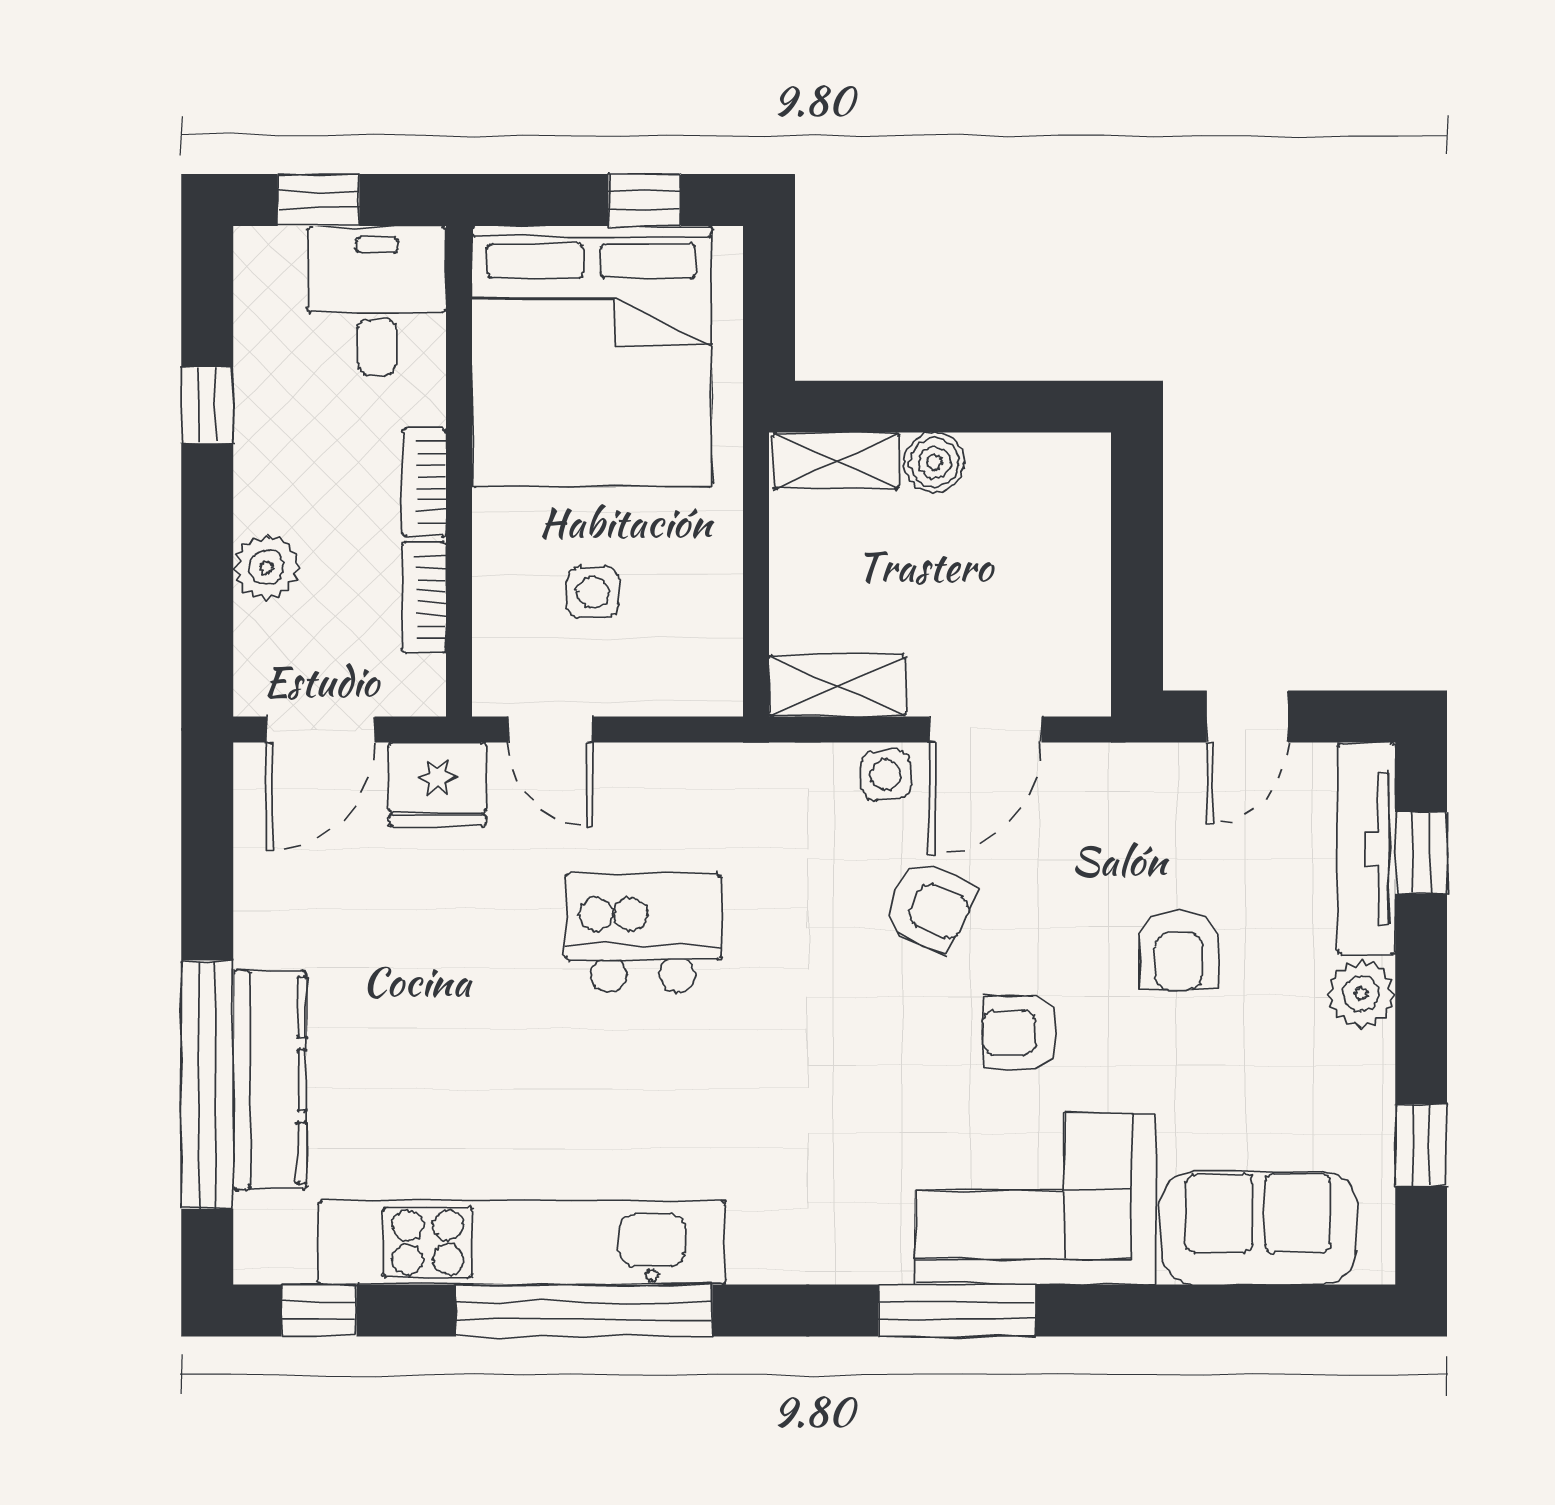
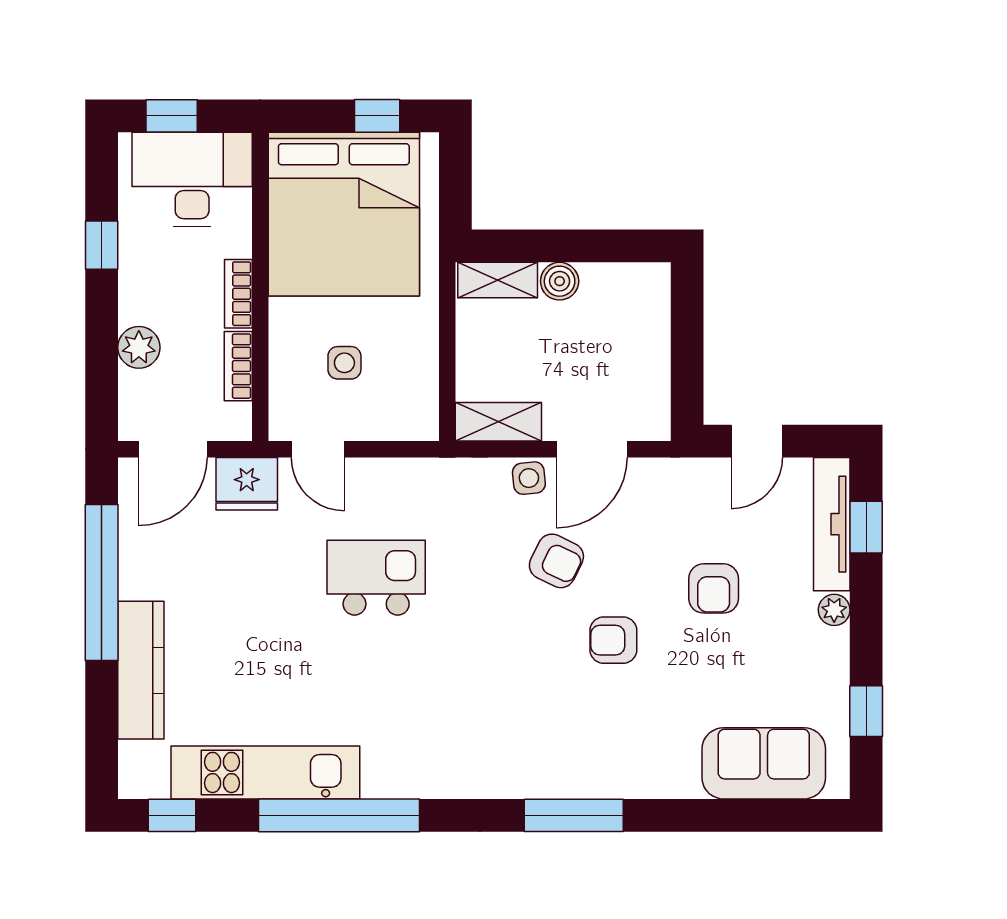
desk: (377, 301) -> (192, 179), width x1.37
plant: (1361, 994) -> (834, 610), width x0.73, depth x0.73
window: (207, 1085) -> (102, 583), moved
corner sofa: (1035, 1199) -> (623, 745), removed
kitchen unit: (522, 1243) -> (265, 772), width x0.73

